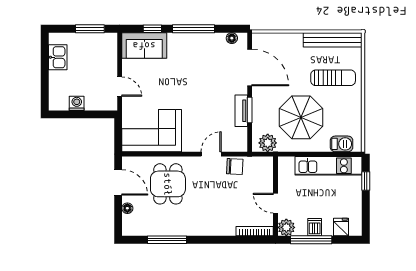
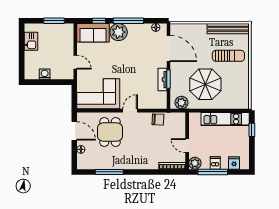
plant: (180, 45) -> (119, 32), added
barbecue: (342, 144) -> (234, 103), removed
door: (211, 154) -> (130, 111), moved

